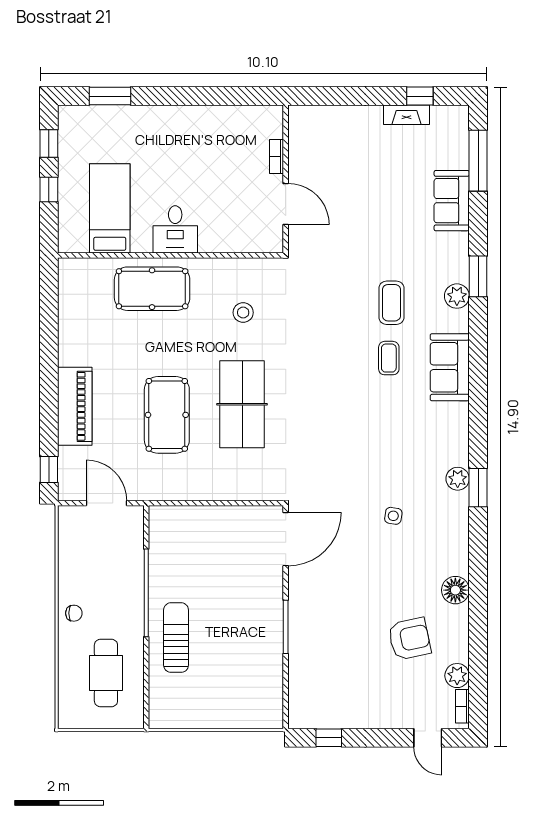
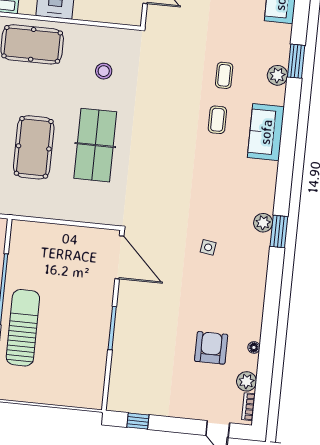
coffee table: (391, 303) -> (224, 75), width x0.73, depth x0.77
door: (286, 539) -> (119, 257), hinge flipped
floor lamp: (455, 590) -> (254, 347), moved, width x0.53, depth x0.53
sun lounger: (176, 638) -> (23, 328), width x1.36, depth x1.34
armchair: (409, 639) -> (211, 348), turned -78

